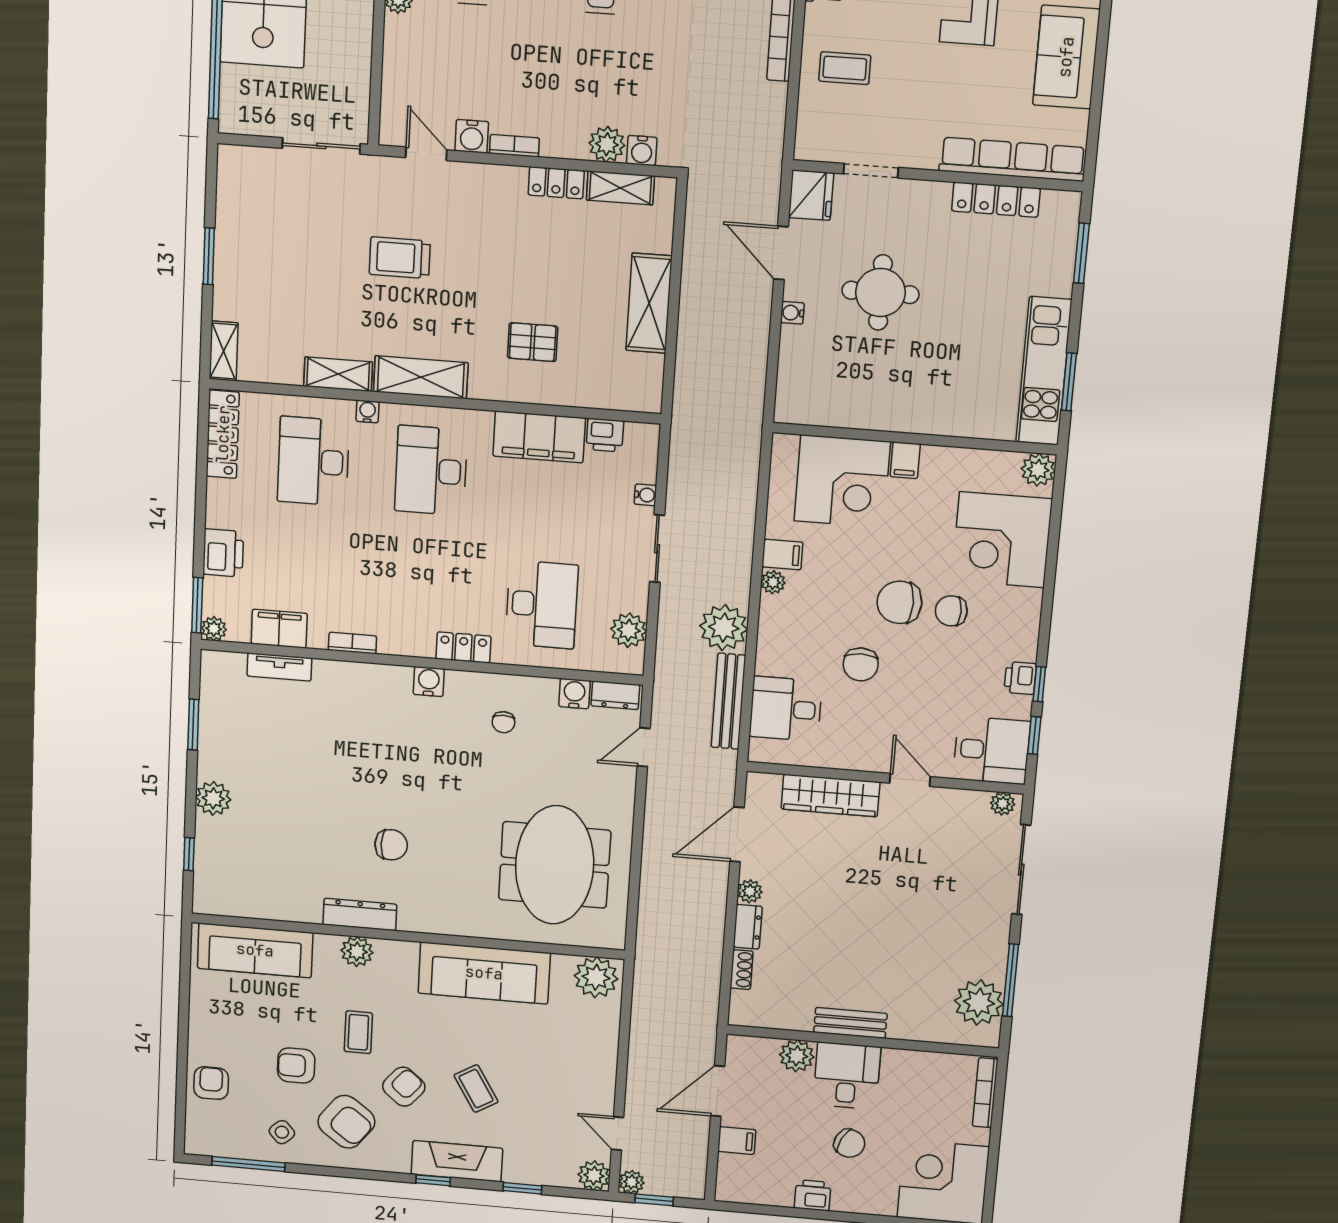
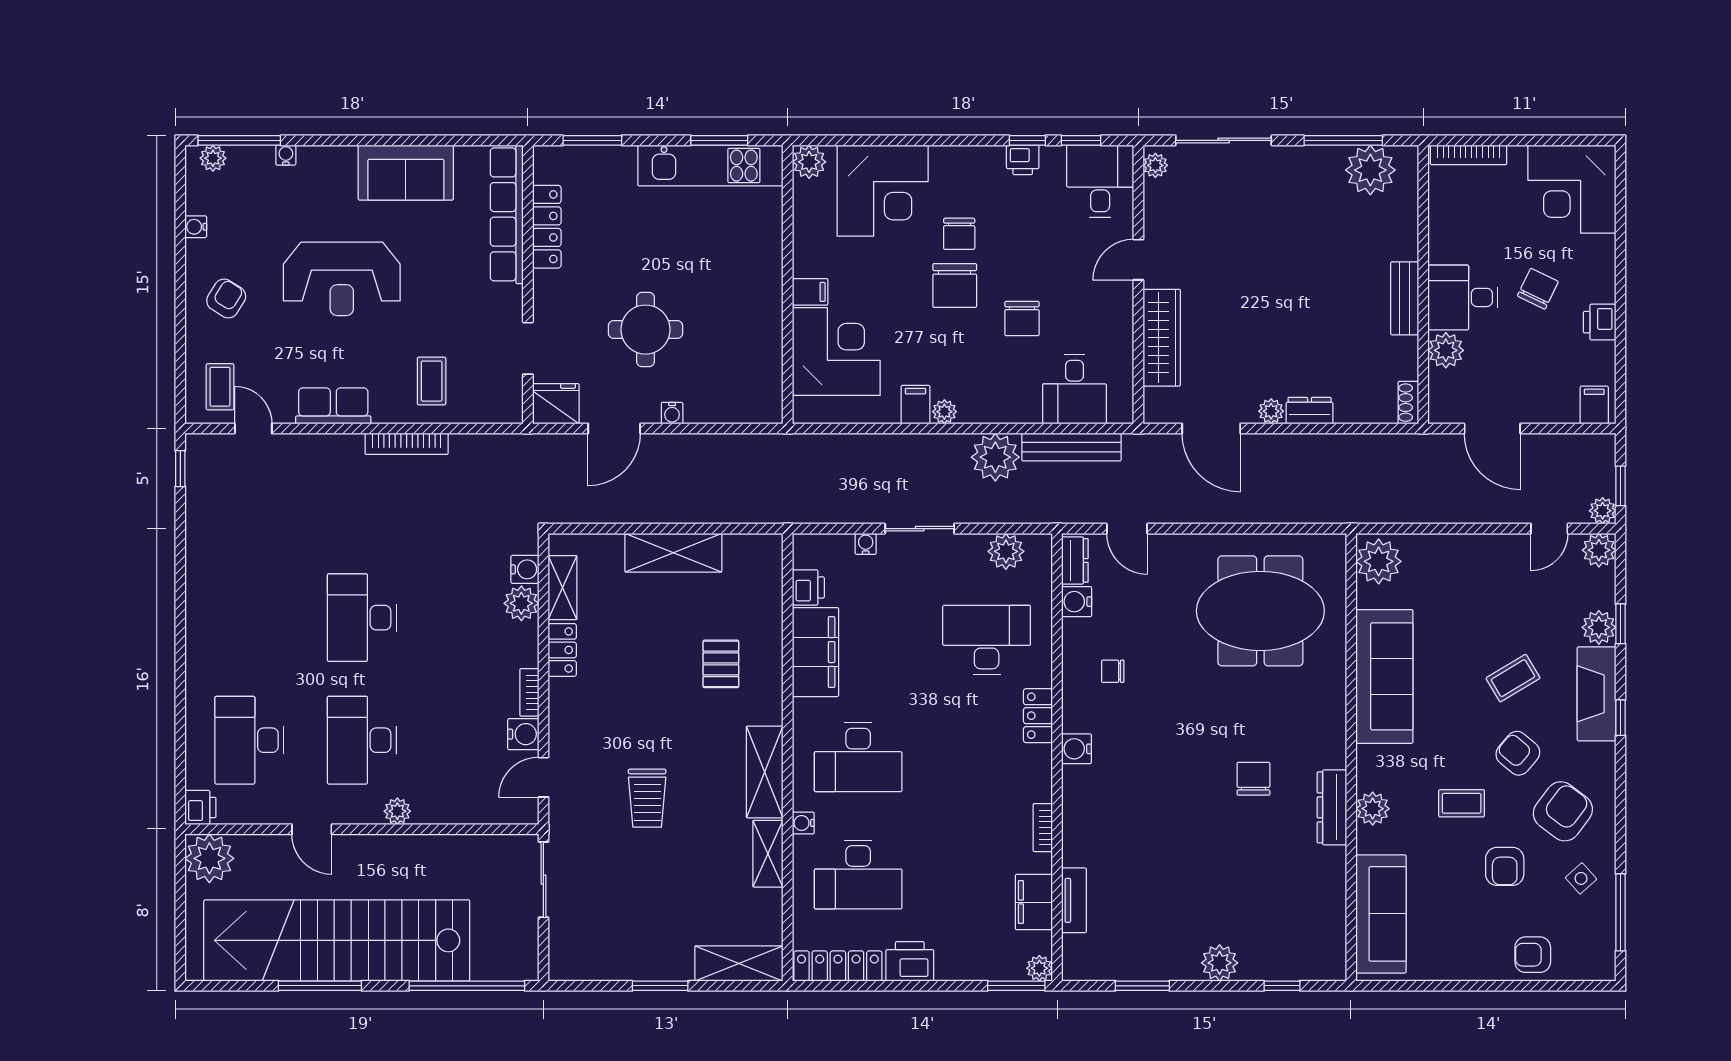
shelving: (224, 351) -> (739, 963), width x1.50, depth x1.33
printer: (223, 553) -> (910, 961), moved
chair: (861, 664) -> (1022, 319), turned 90
chair: (503, 722) -> (1113, 671), turned 180
shoe rack: (742, 970) -> (1408, 403), moved, turned -90
filing cabinet: (737, 1141) -> (1594, 405), moved
plant: (520, 1169) -> (1599, 627), added

